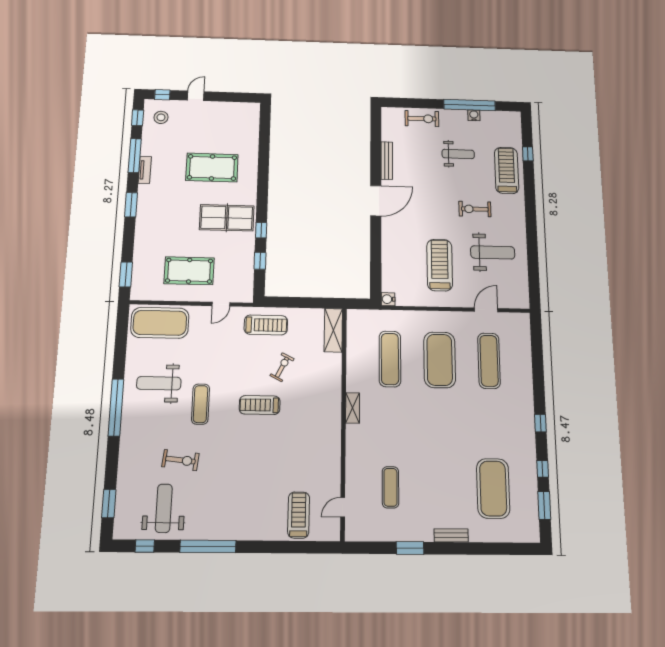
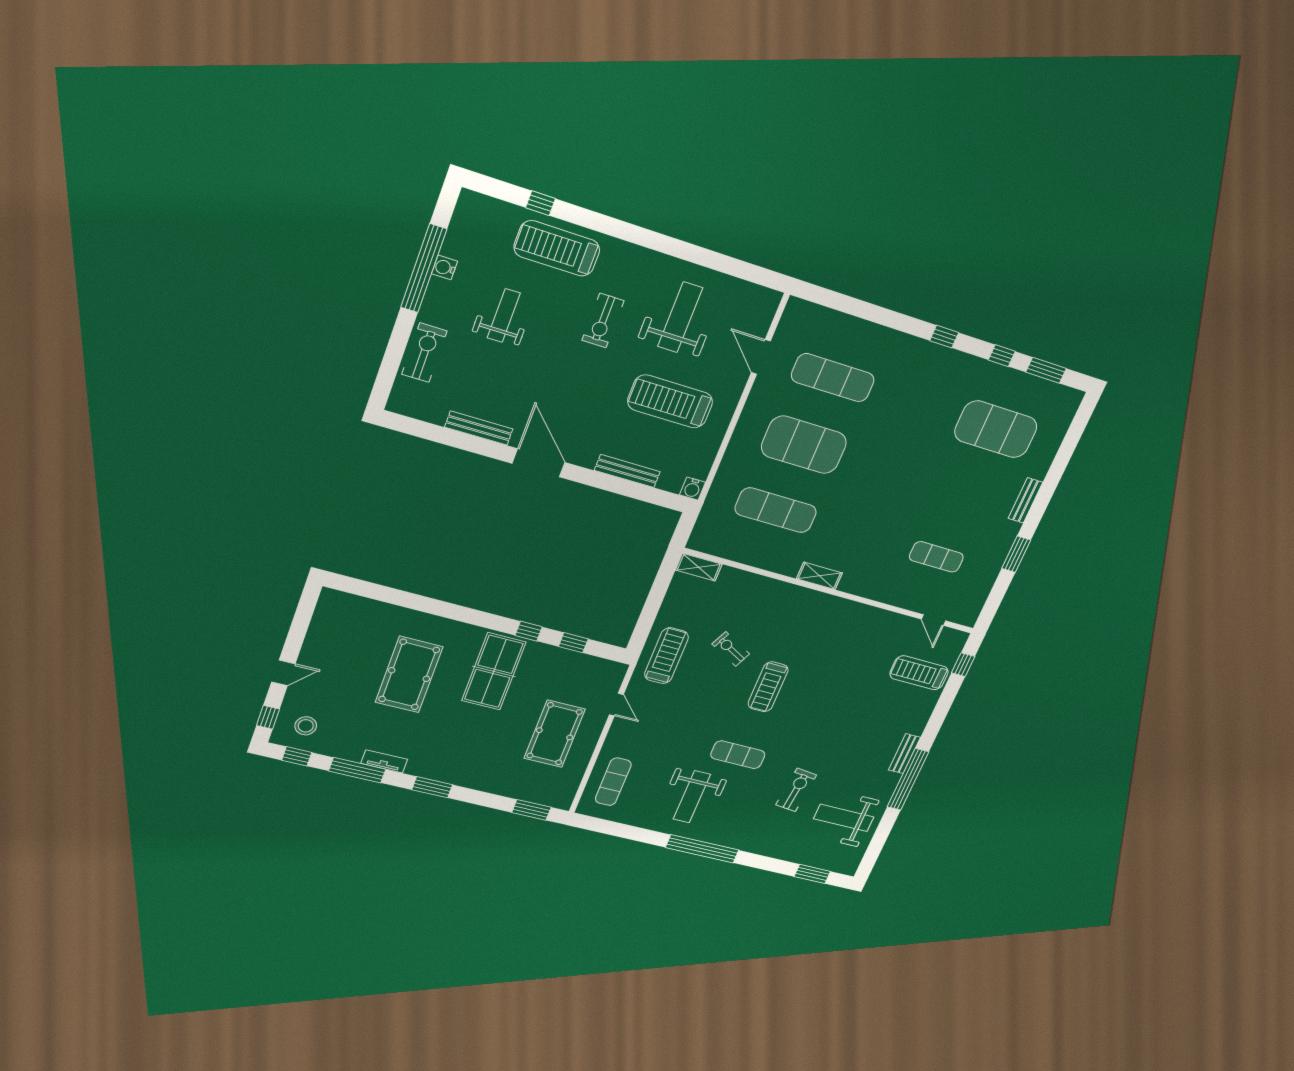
door: (196, 96) -> (283, 673), swing flipped
bench: (387, 255) -> (627, 471), added
exercise mat: (160, 323) -> (613, 782), width x0.50, depth x0.69
shelving: (333, 330) -> (699, 567), width x0.67, depth x0.75
bench: (229, 534) -> (904, 754), added
window: (145, 546) -> (963, 665), moved

